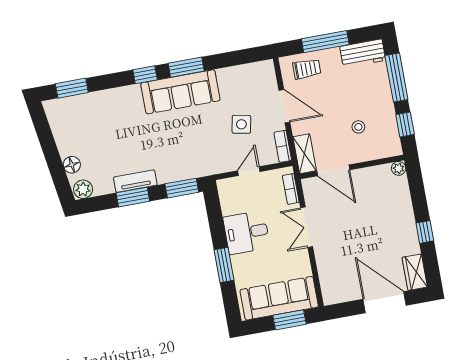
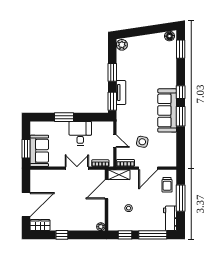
floor lamp: (72, 165) -> (170, 36), moved
tv unit: (135, 181) -> (121, 93), moved
sofa: (279, 298) -> (39, 151), width x0.73

